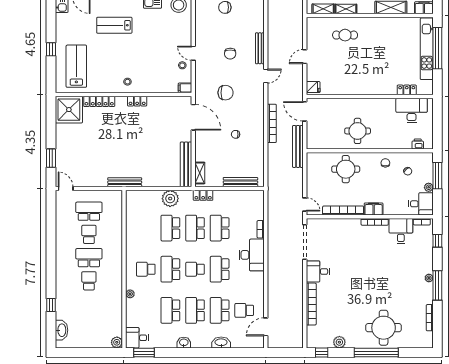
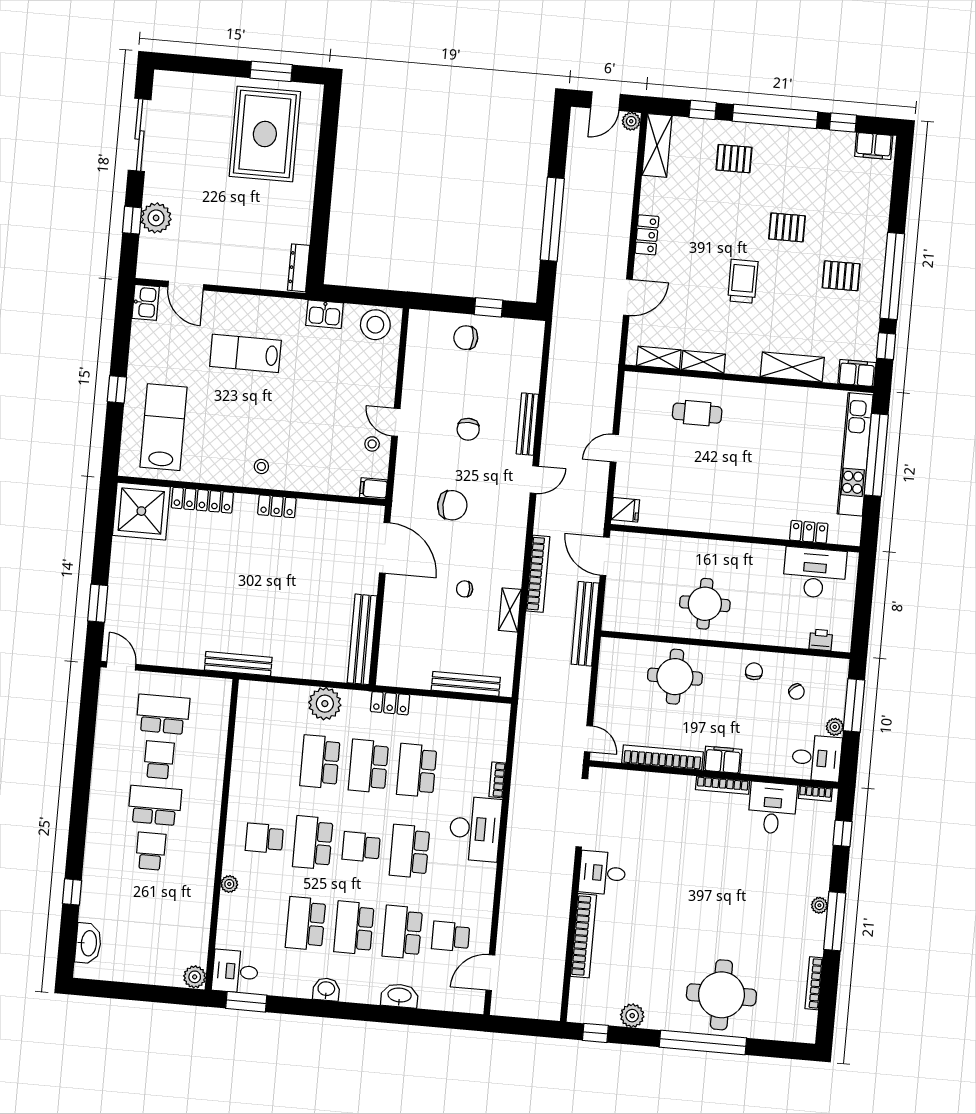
shelving: (200, 173) -> (510, 610), moved

